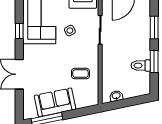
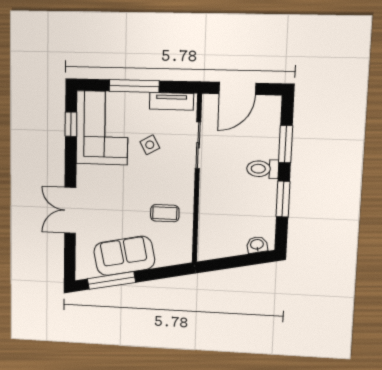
window: (19, 31) -> (71, 124), moved
toilet: (141, 66) -> (263, 169), moved
washbasin: (116, 96) -> (257, 245), moved

